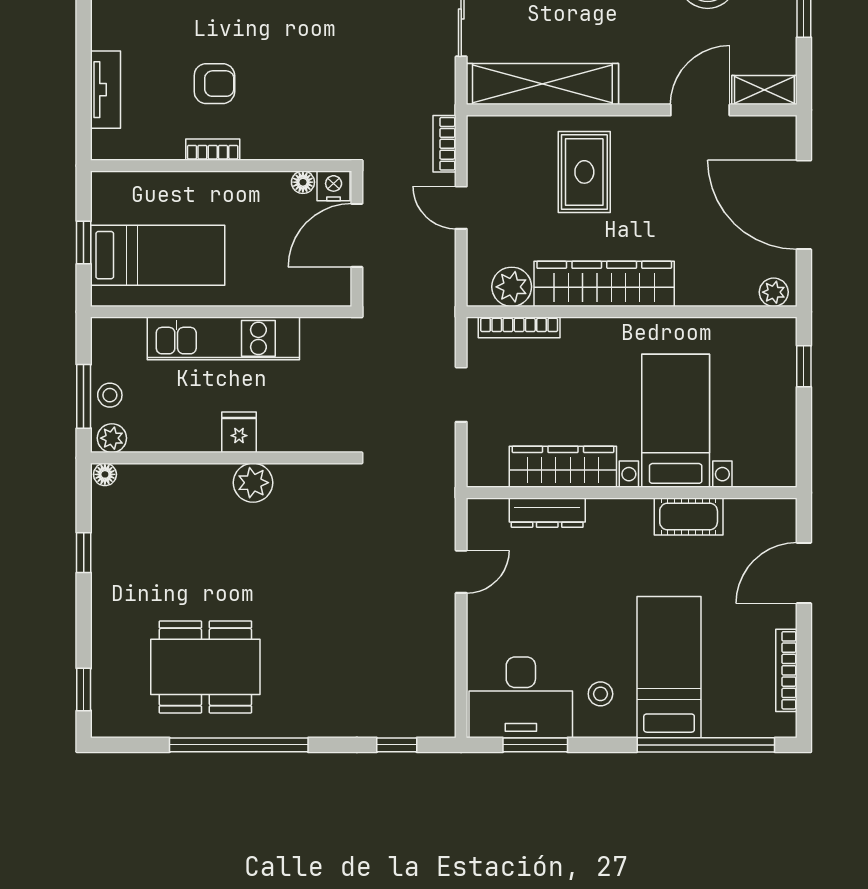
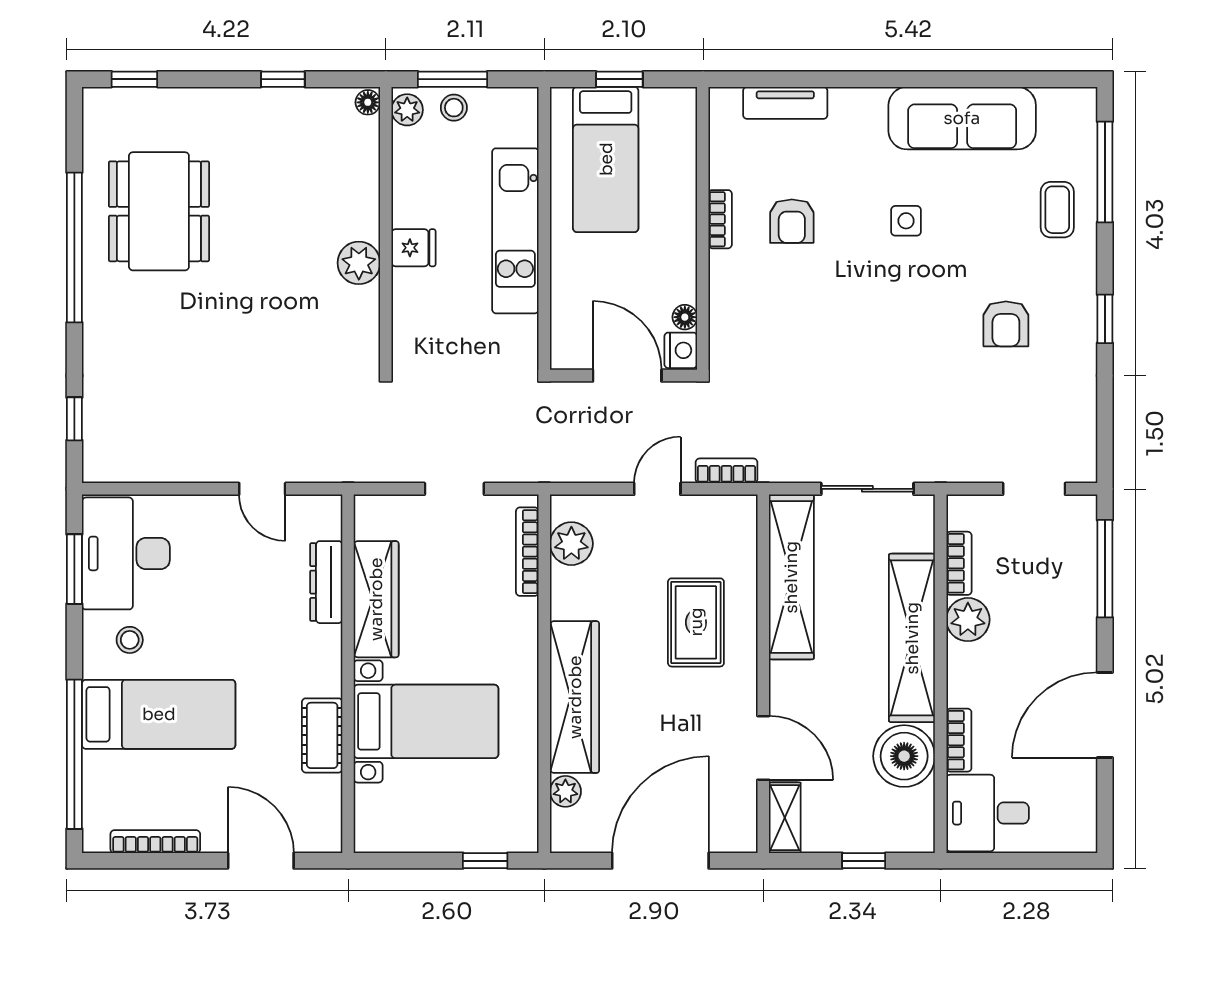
rug: (584, 172) -> (696, 622), turned 90
wardrobe: (604, 284) -> (575, 697), moved
plant: (774, 292) -> (565, 791), moved

